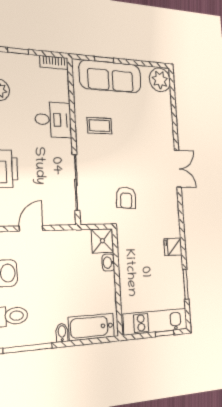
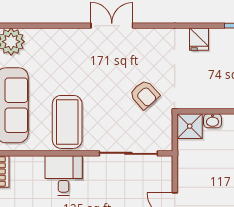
coffee table: (100, 126) -> (67, 122), width x1.86, depth x1.72
armchair: (126, 198) -> (145, 95), turned 44

